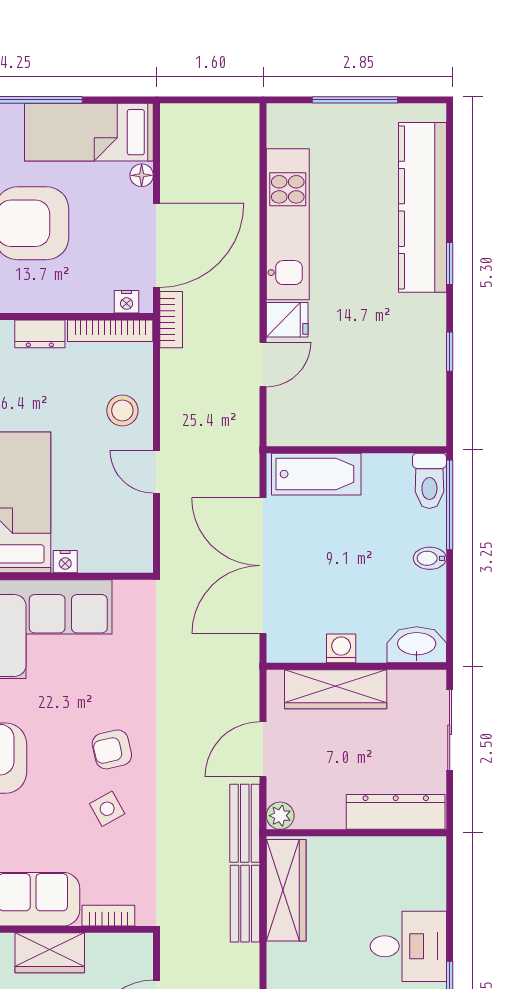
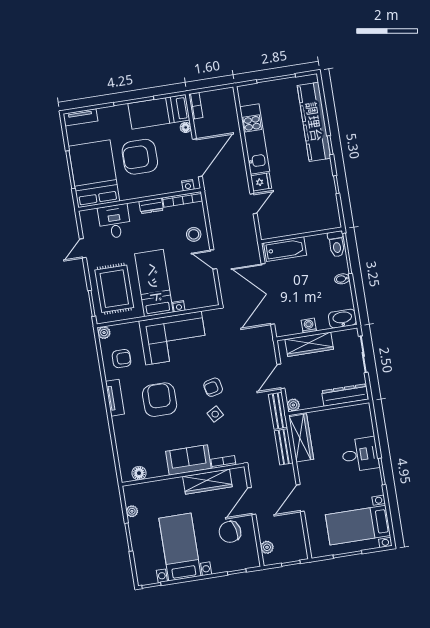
bookcase: (171, 320) -> (196, 106), moved
wardrobe: (50, 953) -> (207, 482), width x1.50

